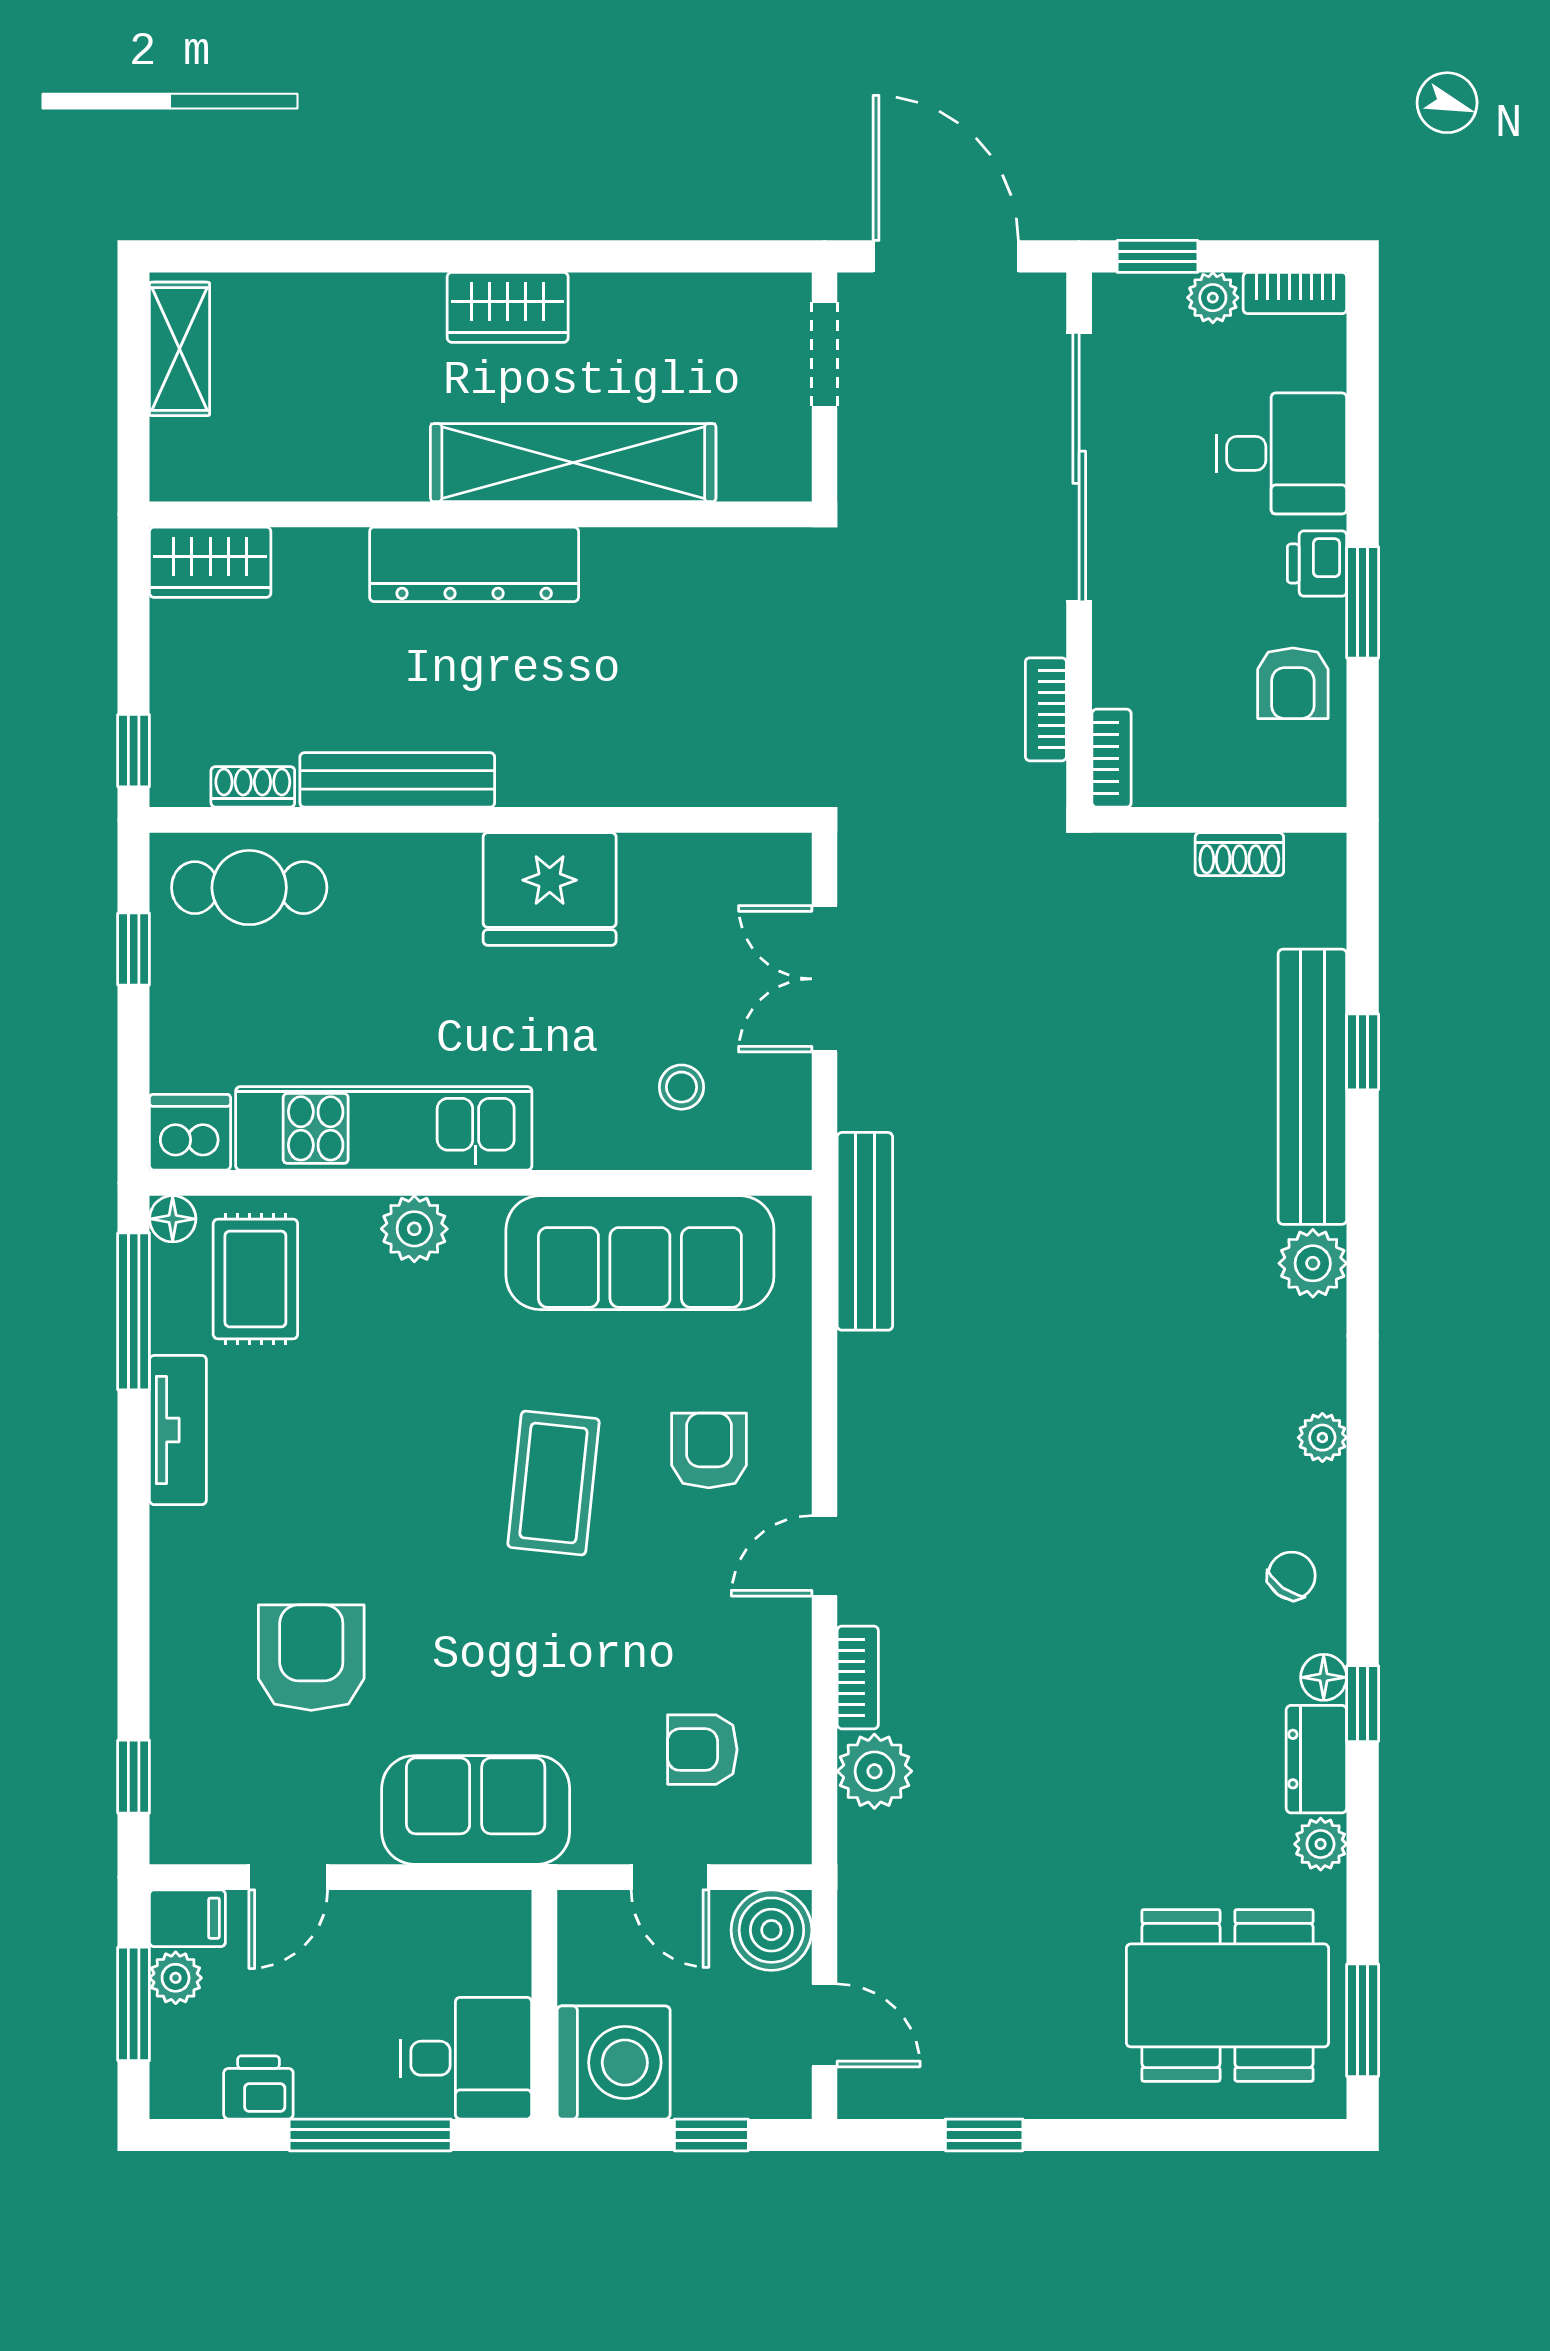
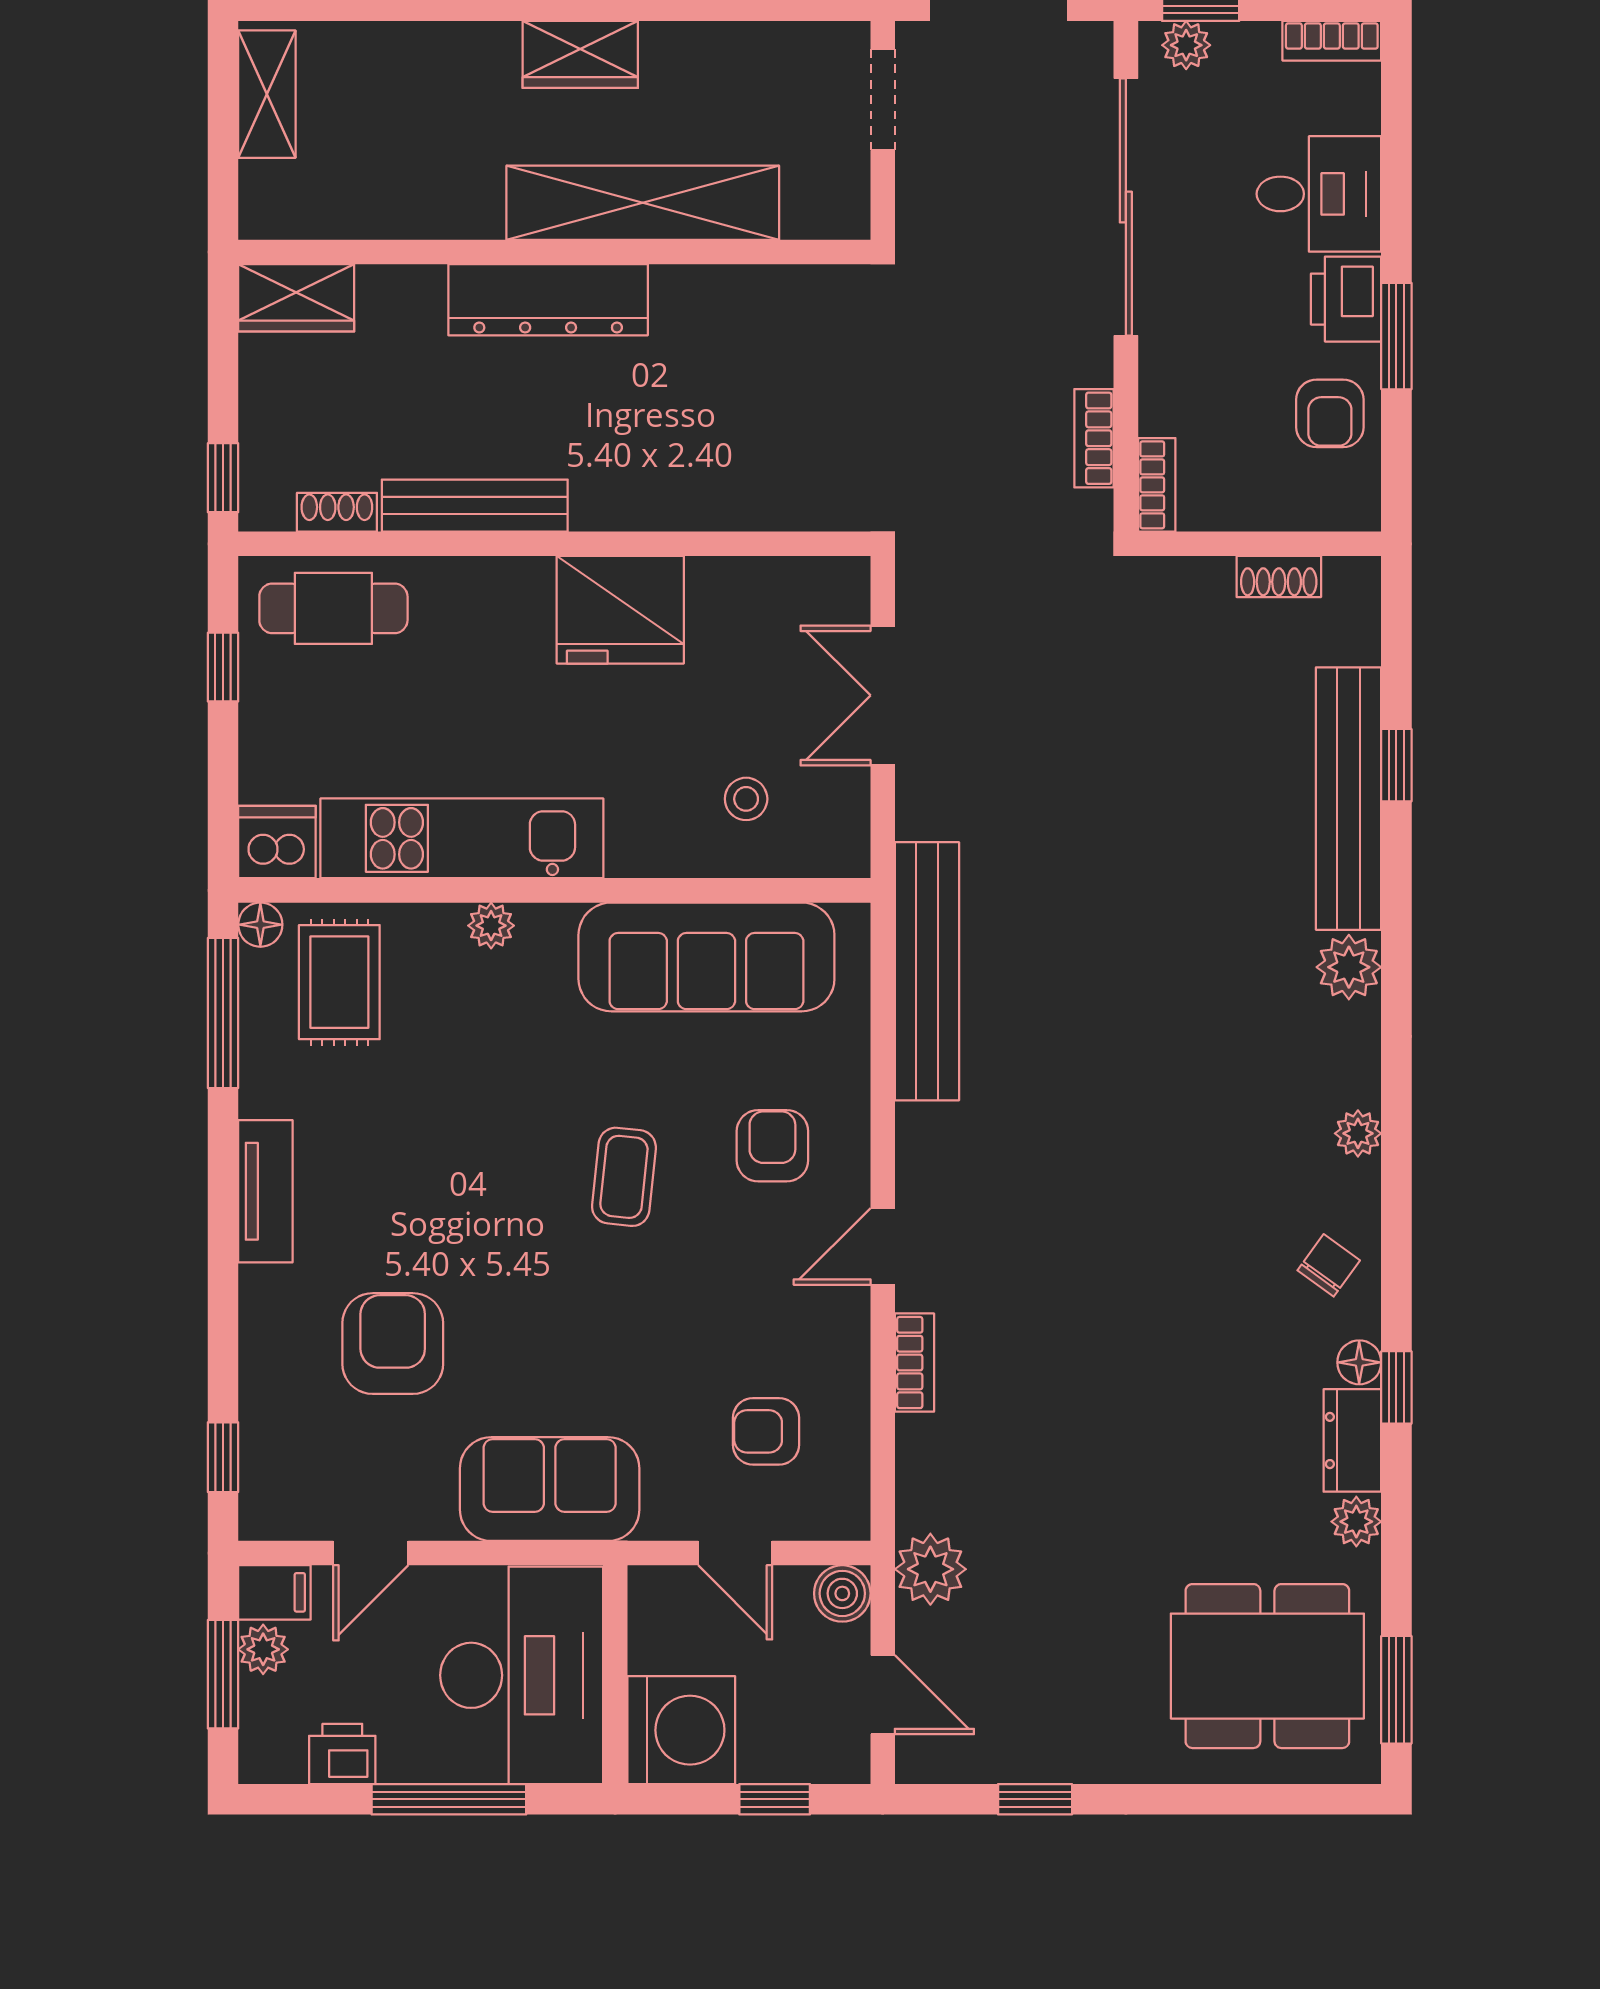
plant: (1213, 298) -> (1186, 45), moved
printer: (1317, 564) -> (1346, 299), width x1.36, depth x1.24
plant: (414, 1229) -> (491, 926), width x0.73, depth x0.73
bench: (865, 1231) -> (927, 971), width x1.37, depth x1.21
tv unit: (178, 1430) -> (265, 1191), moved
coffee table: (554, 1483) -> (624, 1177), width x0.73, depth x0.77
plant: (874, 1771) -> (930, 1569), moved
boiler: (771, 1930) -> (842, 1593), width x0.73, depth x0.73
desk: (466, 2058) -> (522, 1675), width x1.87, depth x1.30

